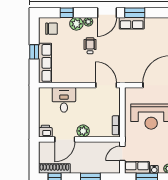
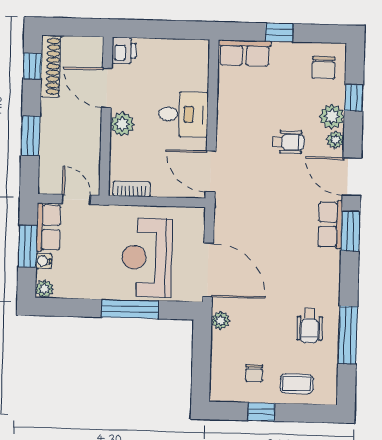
row of seats: (45, 63) -> (244, 53), width x0.68
door: (106, 85) -> (211, 171), swing flipped
desk: (64, 100) -> (183, 114), moved

